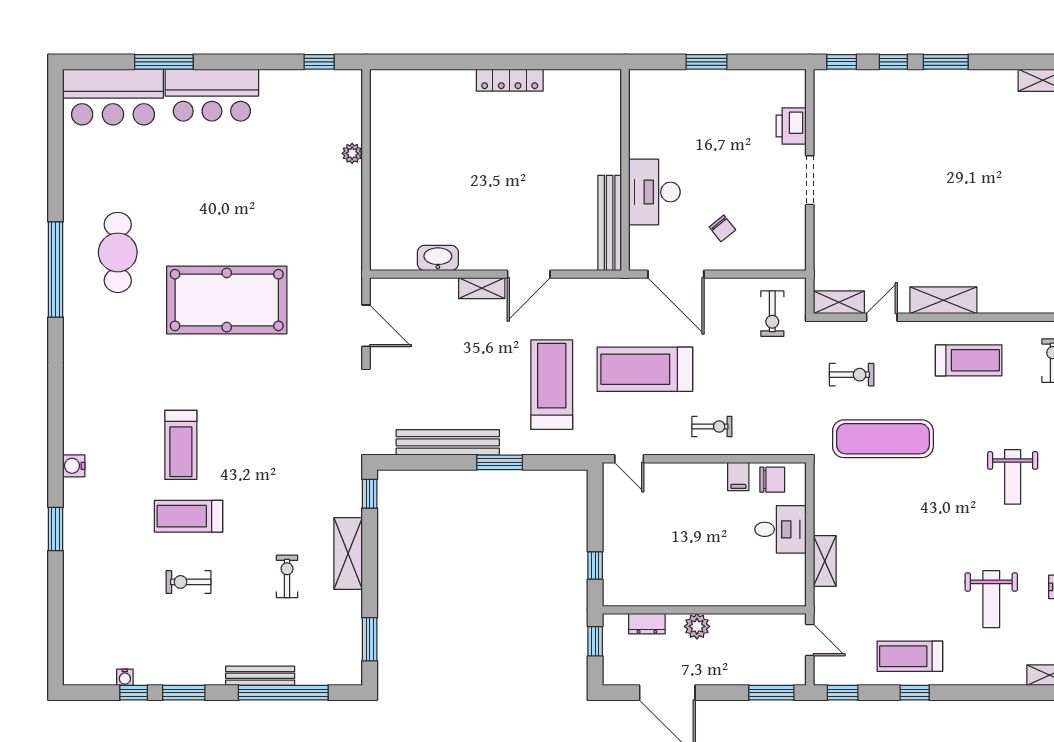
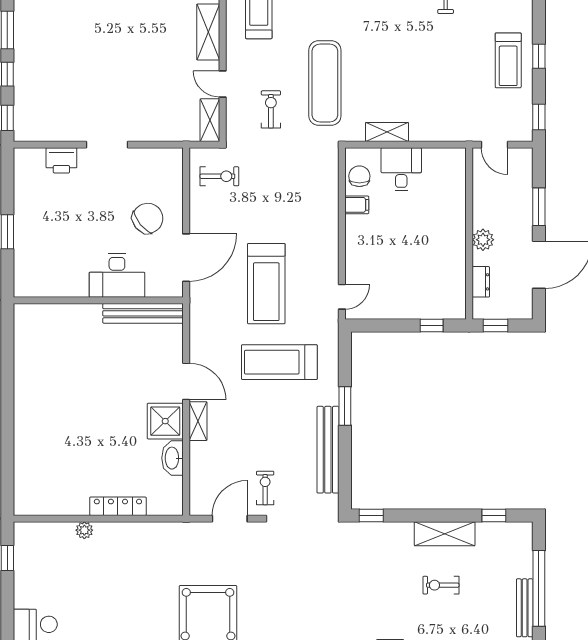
locker: (510, 80) -> (118, 506), moved, turned -90
chair: (722, 228) -> (148, 218), width x1.87, depth x1.87
shower: (482, 249) -> (165, 421), added
exercise bike: (712, 426) -> (265, 488), moved
shelving: (348, 554) -> (445, 534), moved
shelving: (825, 561) -> (387, 132), moved
window: (370, 639) -> (494, 516), width x0.67
door: (810, 640) -> (494, 145), swing flipped
window: (771, 693) -> (539, 207), moved

